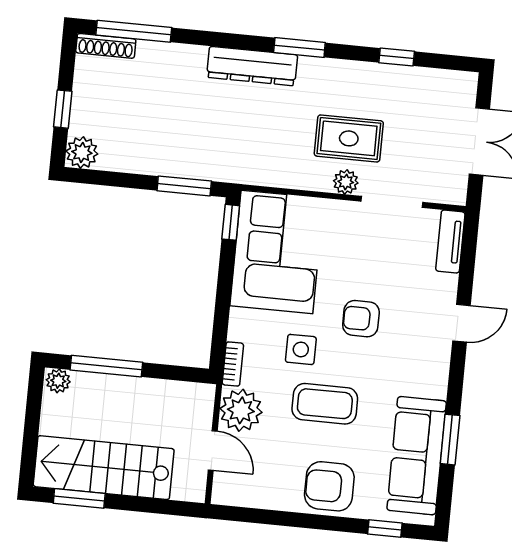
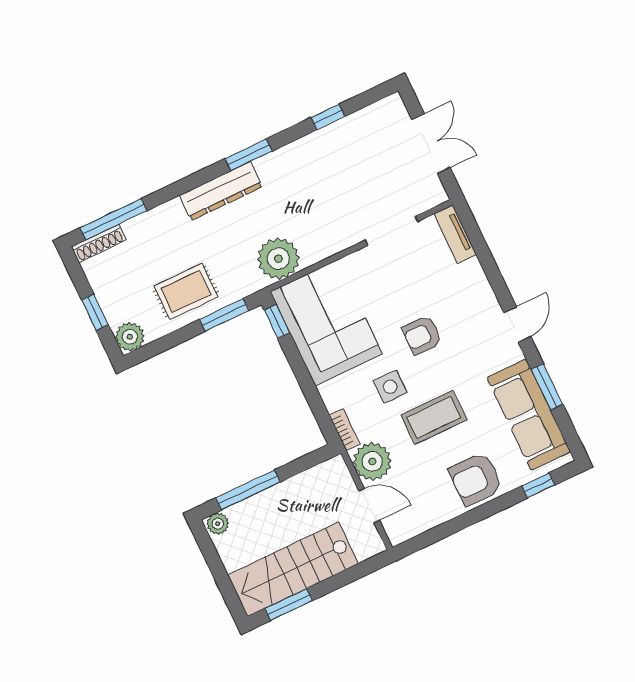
rug: (349, 138) -> (186, 291), moved
plant: (346, 182) -> (278, 259), moved, width x1.87, depth x1.87
door: (461, 323) -> (517, 325), moved

